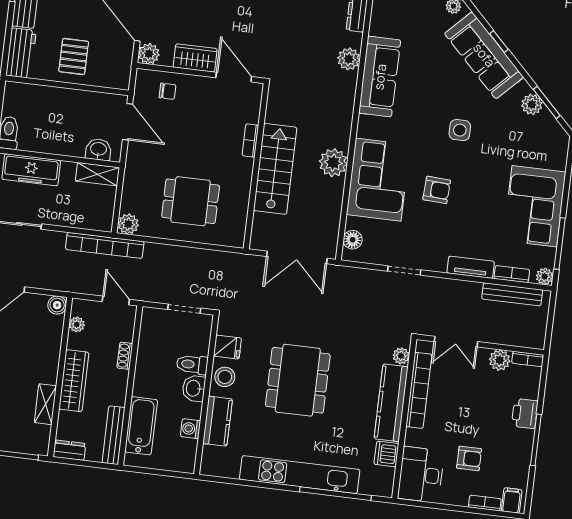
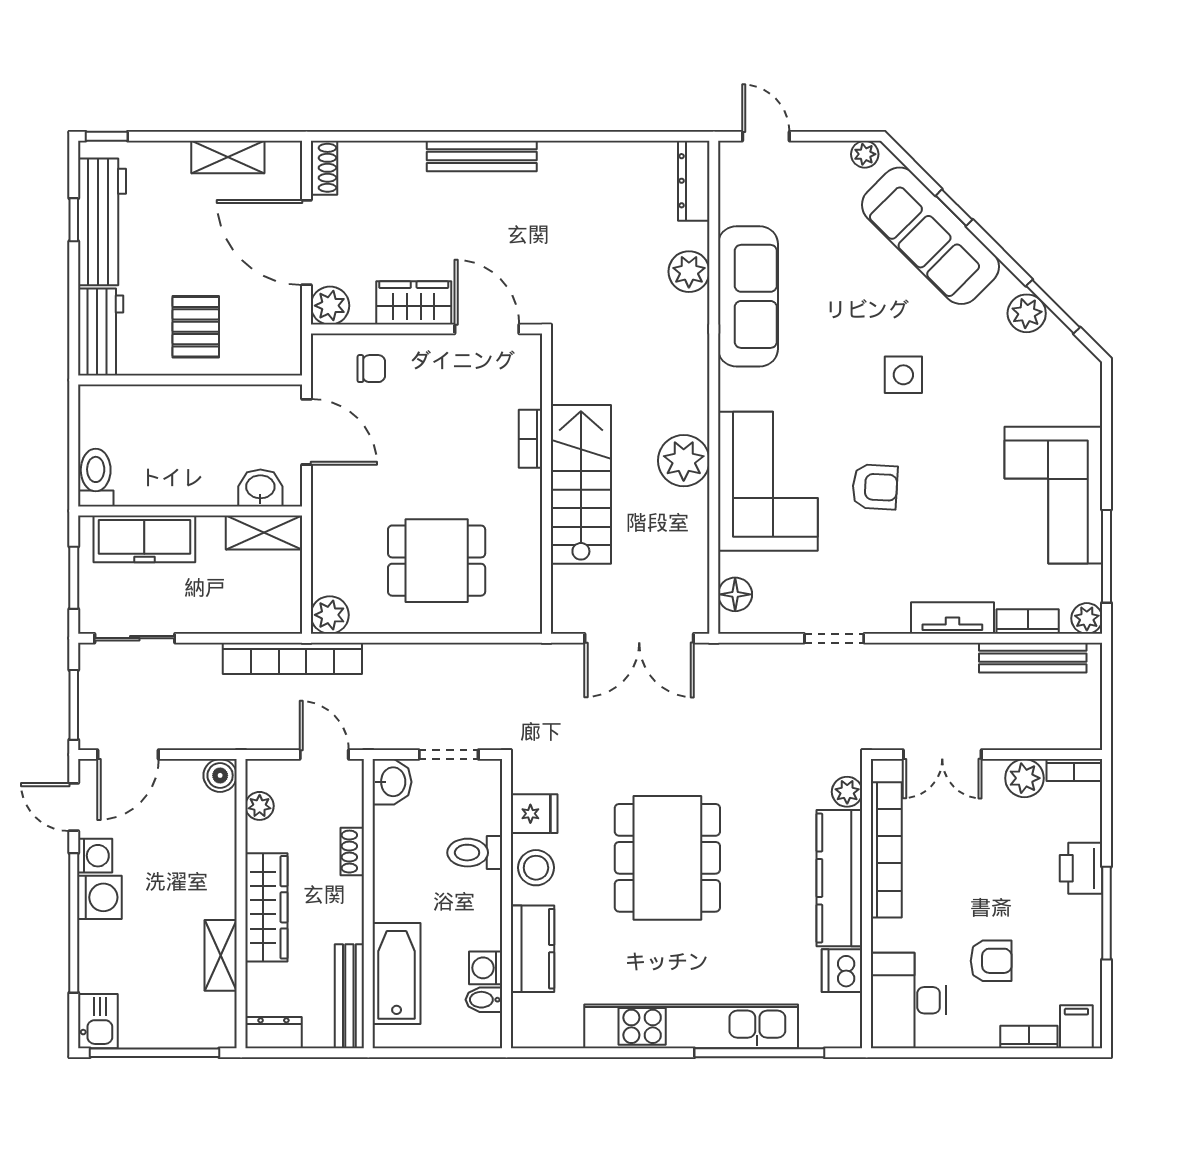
washbasin: (194, 388) -> (392, 782), moved, turned 180
bidet: (187, 446) -> (484, 1000), added

